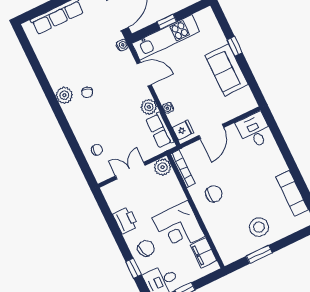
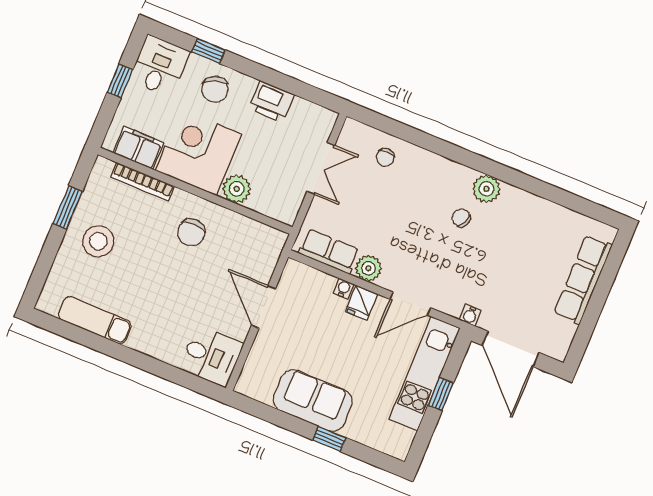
fridge: (183, 130) -> (361, 303), moved
plant: (163, 167) -> (237, 189), moved
bookcase: (183, 169) -> (143, 182), moved

